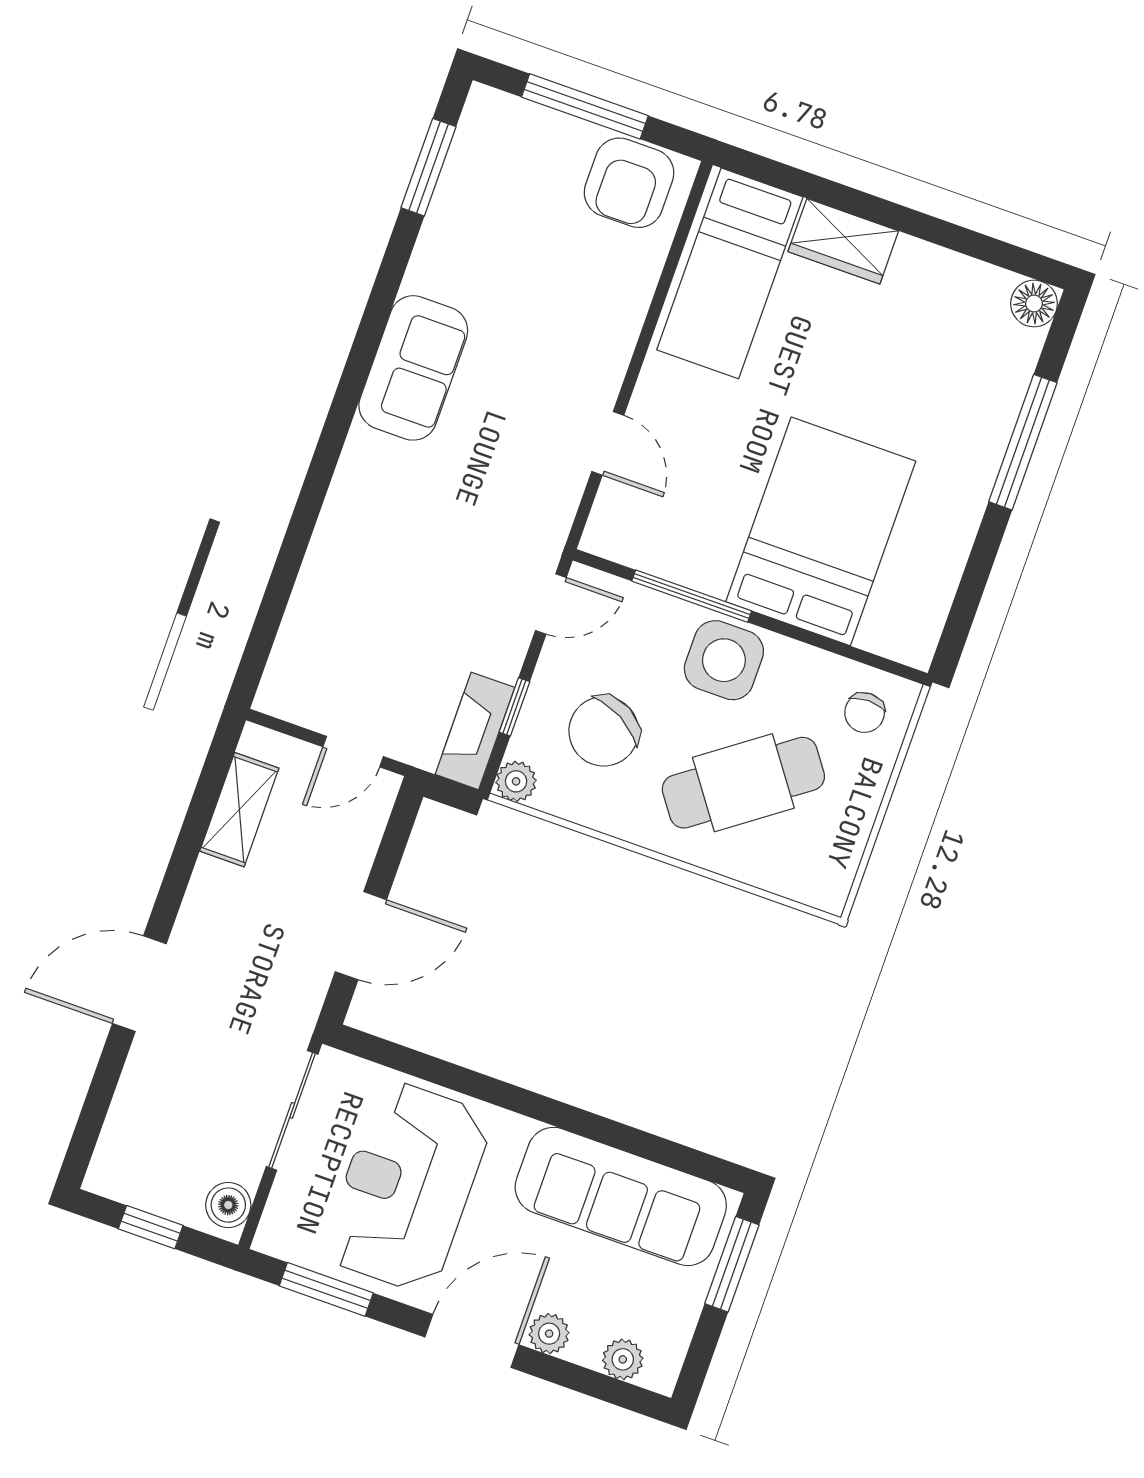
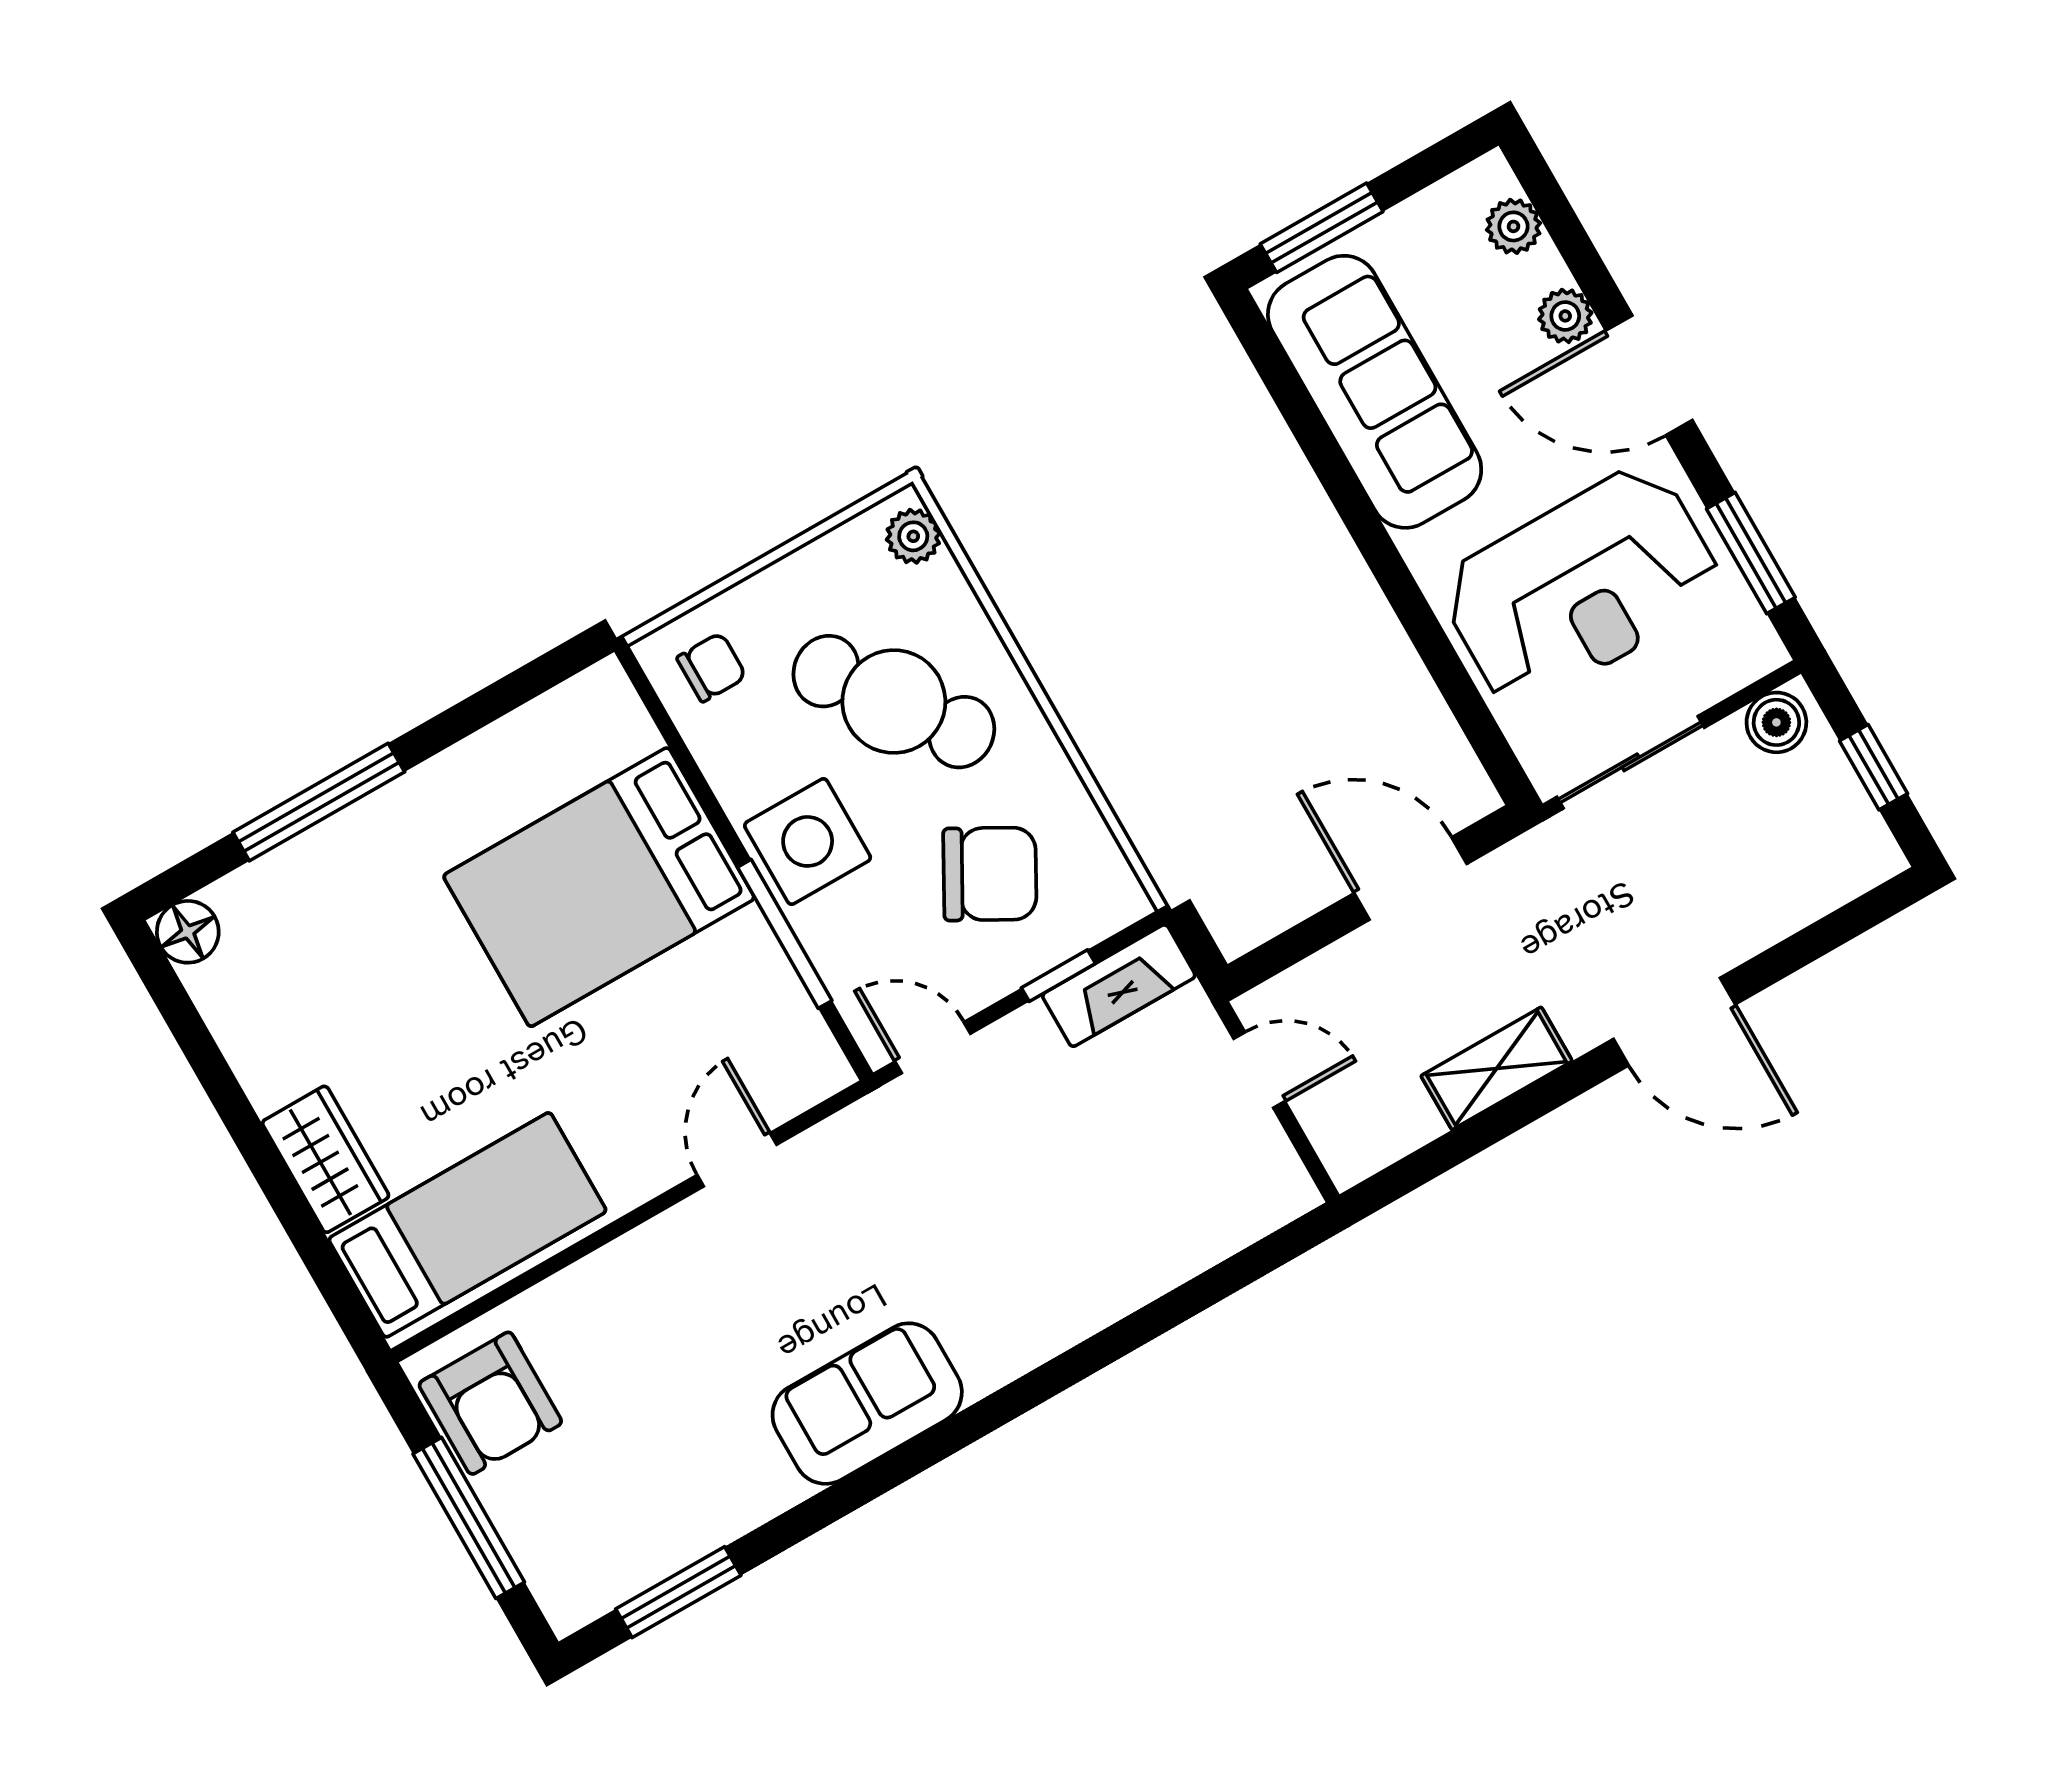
armchair: (629, 183) -> (490, 1403), turned 90
plant: (516, 781) -> (913, 536), moved
shelving: (239, 810) -> (1497, 1068), moved

